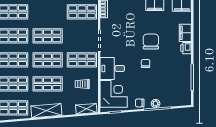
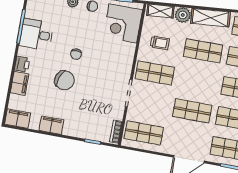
chair: (151, 42) -> (65, 80), turned -70
shop shelf: (48, 60) -> (198, 81), removed
desk: (112, 68) -> (36, 34), moved, turned 180
plant: (68, 109) -> (183, 15), added

